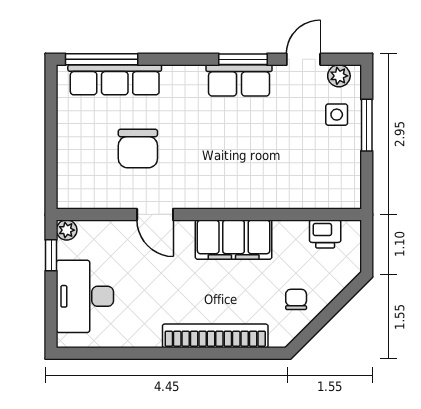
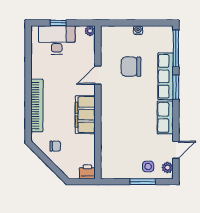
window: (243, 59) -> (176, 87), moved
door: (303, 59) -> (176, 150), hinge flipped
row of seats: (115, 80) -> (165, 76), moved
water cooler: (66, 135) -> (138, 30), added
printer: (325, 234) -> (87, 172), moved, turned 90
window: (51, 255) -> (58, 23), moved

